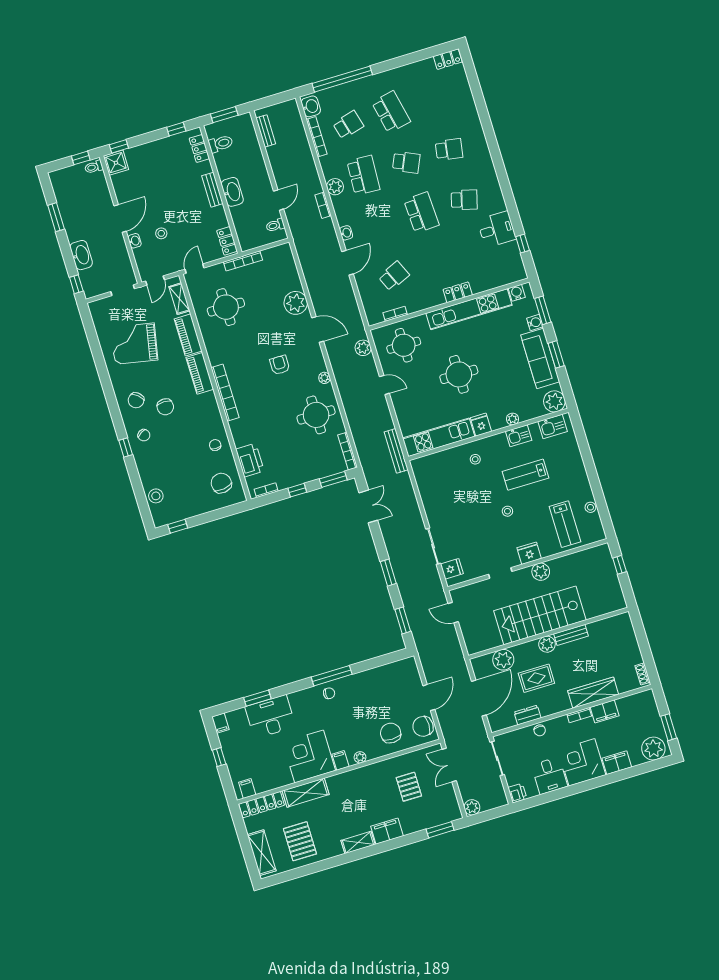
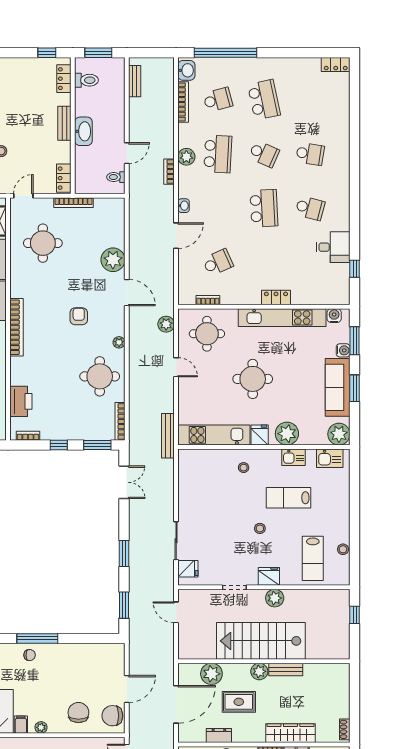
plant: (513, 419) -> (287, 434), width x1.88, depth x1.88

